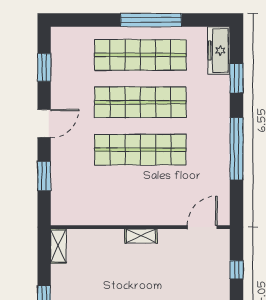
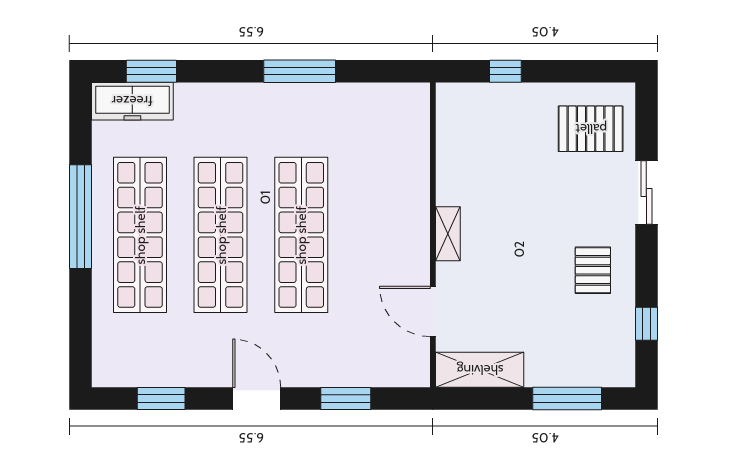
window: (236, 78) -> (151, 71), moved
window: (236, 149) -> (300, 71), width x0.68
door: (202, 227) -> (433, 311), moved
shelving: (58, 246) -> (480, 370), width x1.50, depth x1.33

